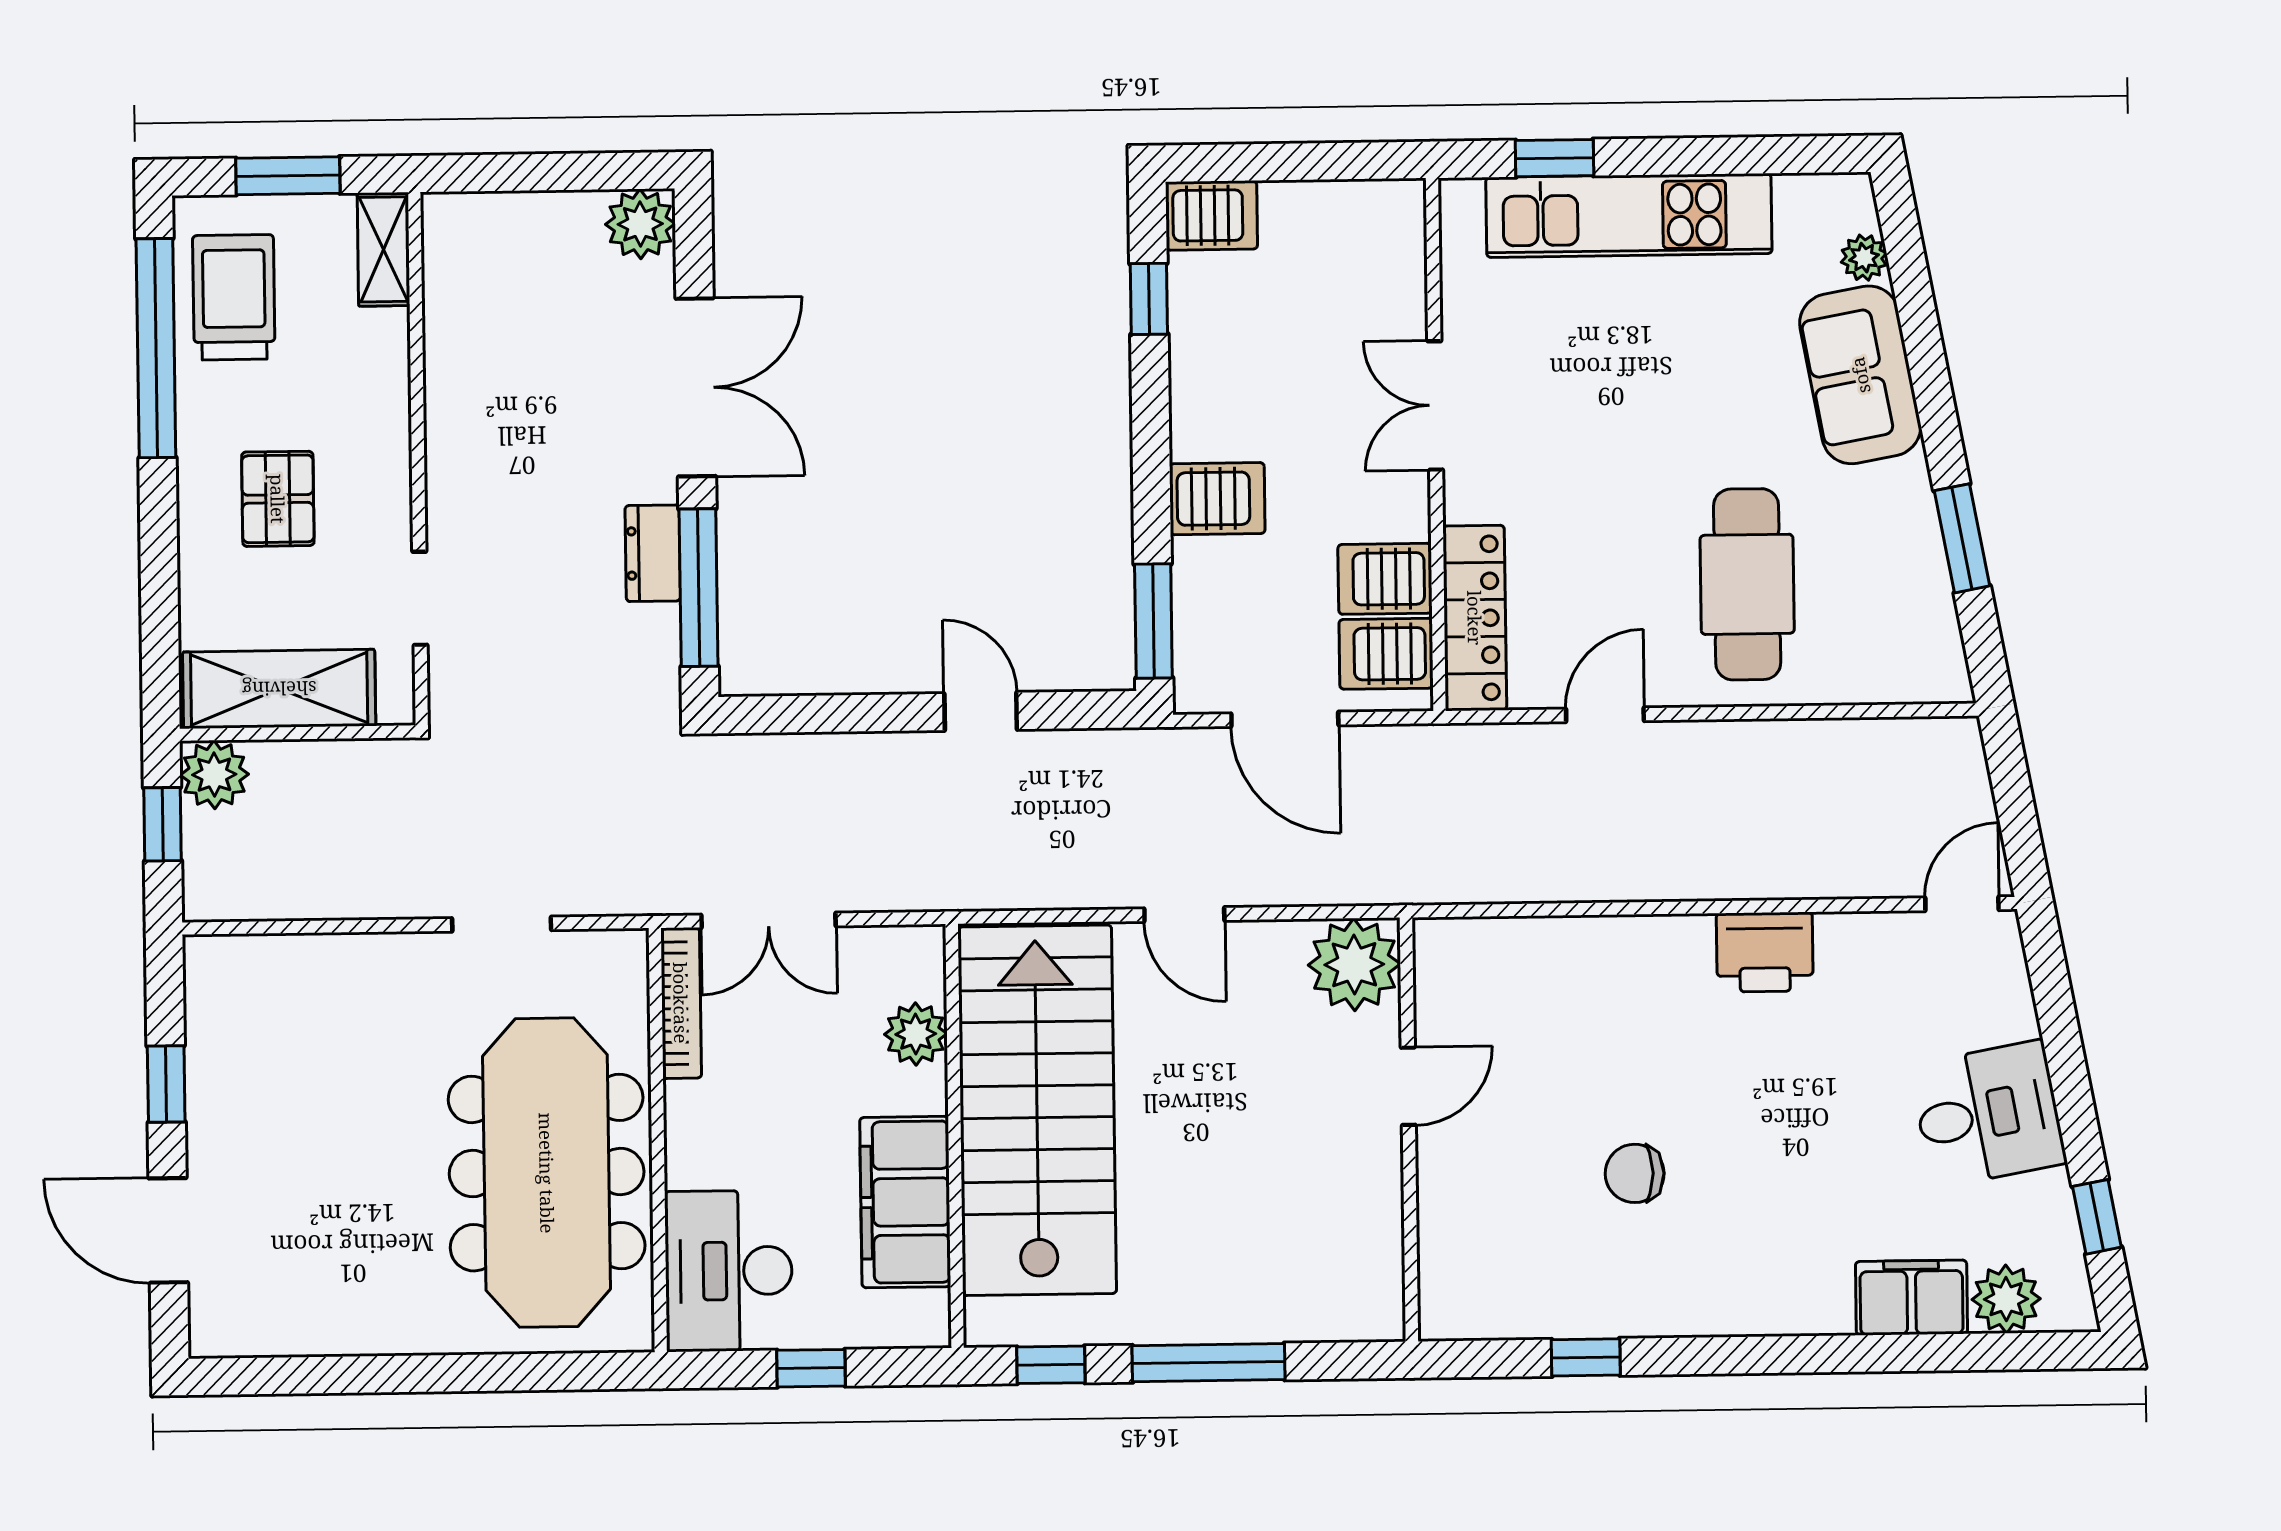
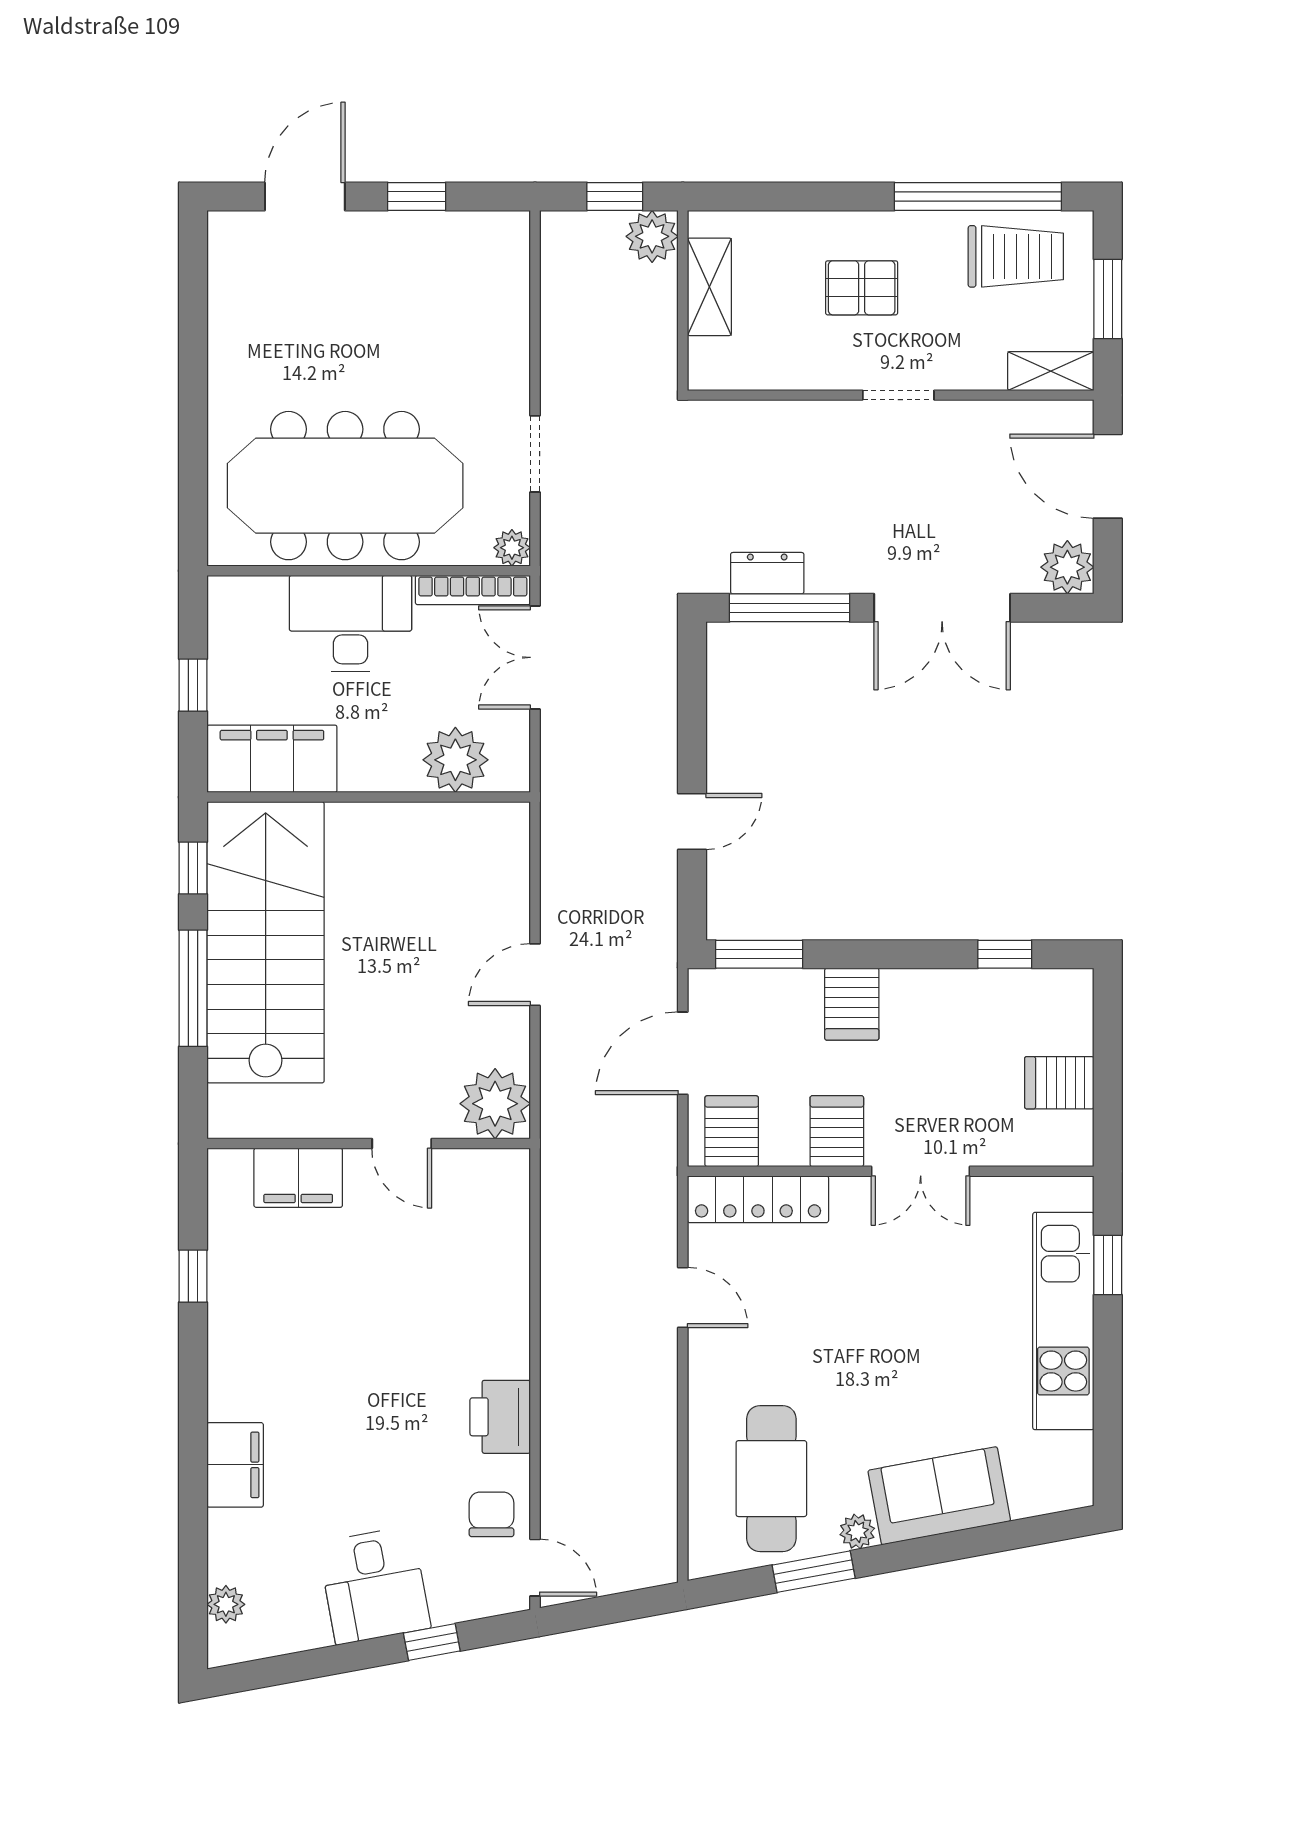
door: (520, 173) -> (1108, 476), added
server rack: (1211, 215) -> (1059, 1083), moved, turned 90
plant: (1864, 258) -> (857, 1531), moved
double door: (1435, 405) -> (921, 1171), swing flipped
dresser: (653, 553) -> (767, 573), moved
server rack: (1385, 579) -> (837, 1131), moved
cafe table: (1747, 584) -> (771, 1479), moved, turned 90
doorway: (420, 598) -> (898, 395), moved
shelving: (279, 689) -> (709, 287), width x0.67, depth x0.75
plant: (625, 953) -> (512, 548), added
plant: (916, 1034) -> (455, 760), width x1.36, depth x1.36
stairs: (1037, 1110) -> (266, 942), moved, turned -90
chair: (1635, 1173) -> (492, 1514), moved
filing cabinet: (905, 1202) -> (272, 759), moved
window: (2097, 1217) -> (432, 1642), moved
filing cabinet: (1455, 1221) -> (298, 1178), added
desk: (729, 1271) -> (350, 623), moved
filing cabinet: (1911, 1298) -> (235, 1465), moved
plant: (2006, 1299) -> (226, 1604), width x0.73, depth x0.73

